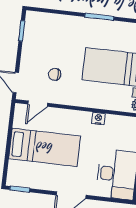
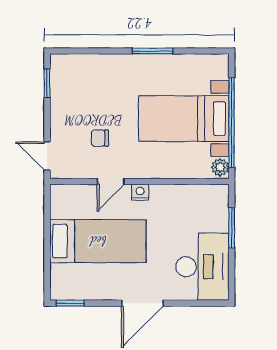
door: (38, 104) -> (111, 182), moved
nightstand: (98, 119) -> (140, 192), moved

